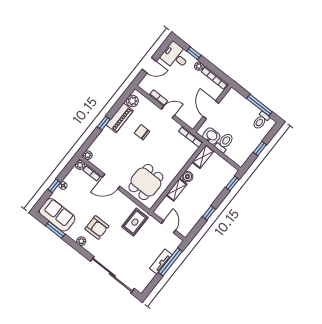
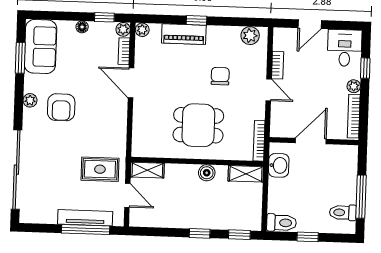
door: (149, 65) -> (310, 24), hinge flipped
piano: (120, 118) -> (184, 34), moved
toilet: (224, 143) -> (281, 223), moved
dining table: (146, 182) -> (198, 125), moved
window: (54, 186) -> (104, 17), moved
shelving: (177, 190) -> (147, 170), moved
window: (209, 213) -> (200, 233), moved
rug: (135, 222) -> (100, 169), moved
door: (169, 227) -> (127, 195), hinge flipped
tv unit: (161, 262) -> (85, 218), width x1.41

